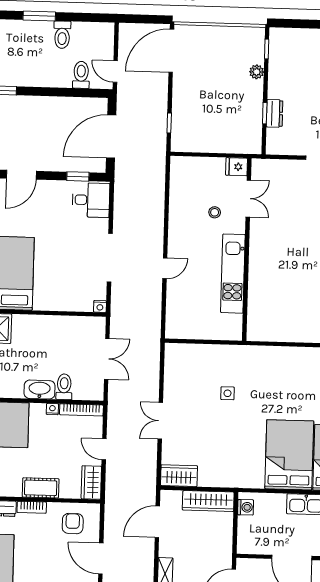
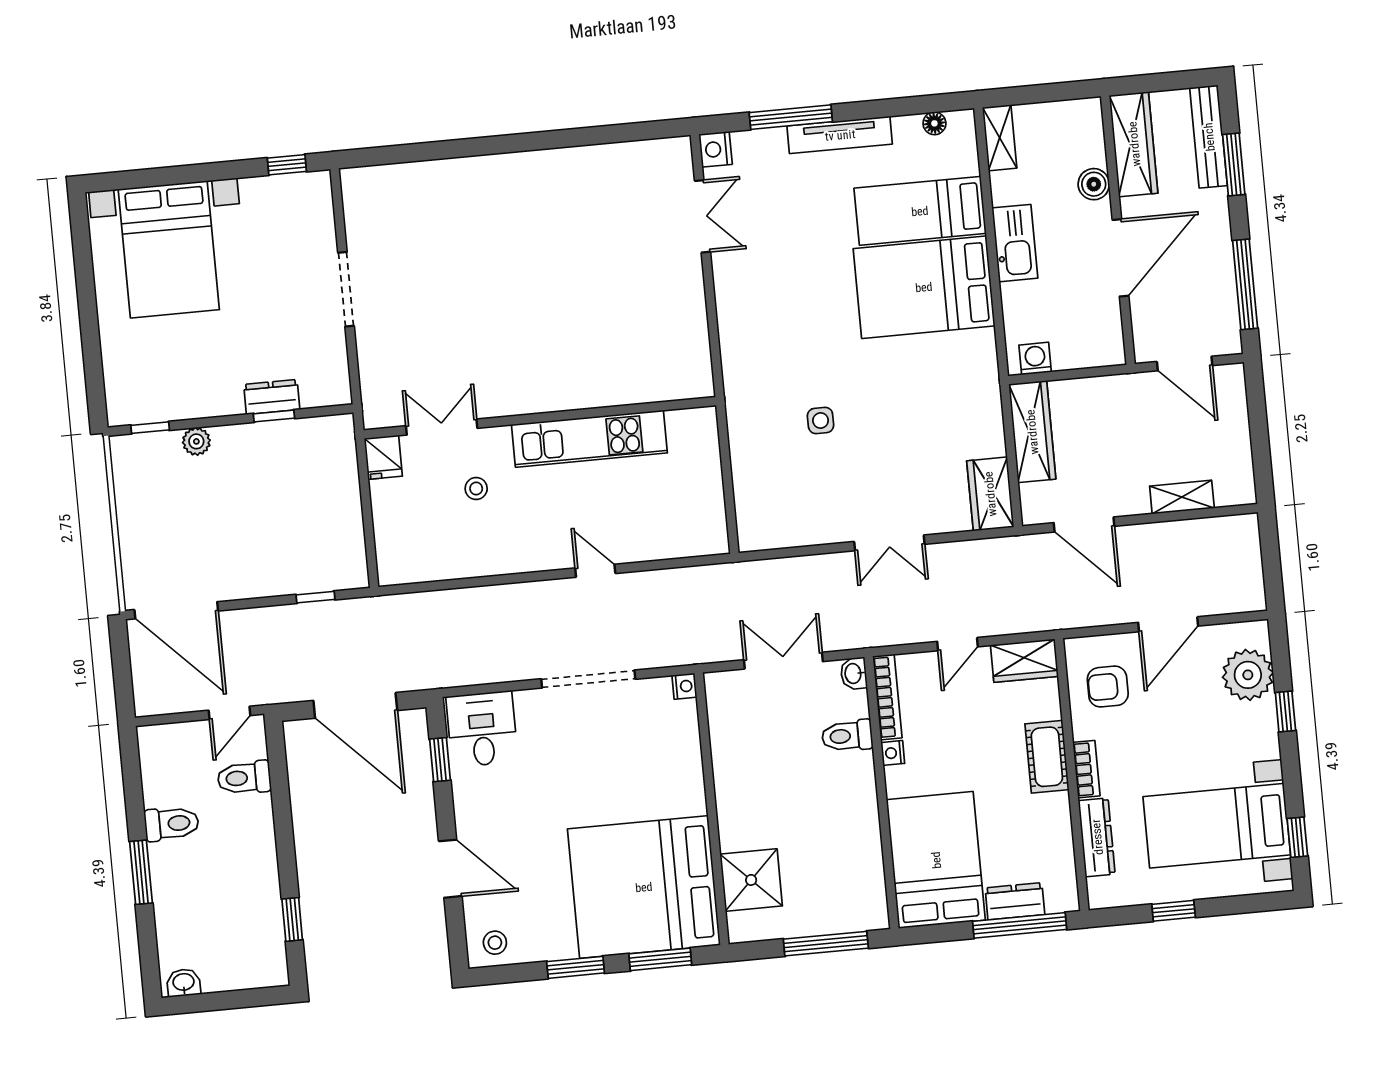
washbasin: (40, 390) -> (854, 674), moved, width x0.52, depth x0.69

